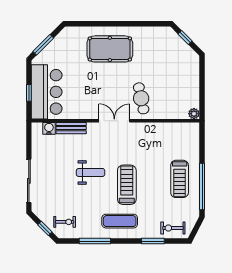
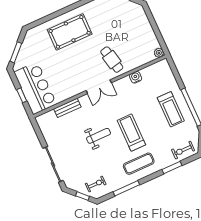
double door: (114, 121) -> (99, 87), swing flipped
water cooler: (49, 128) -> (136, 77), moved

